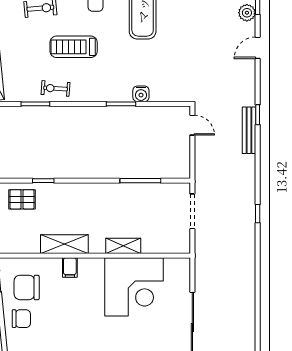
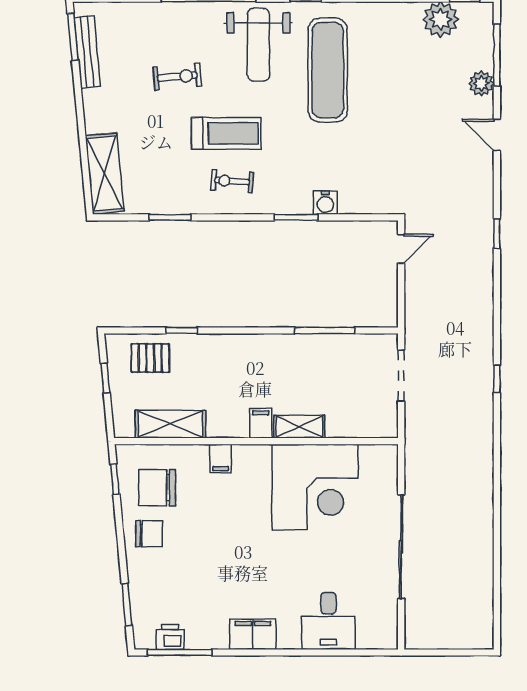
treadmill: (74, 47) -> (226, 133), turned 180
door: (258, 48) -> (497, 135), hinge flipped
exercise bike: (56, 88) -> (232, 181), moved
door: (192, 125) -> (401, 249), hinge flipped
bench: (249, 130) -> (484, 256), removed
shelving: (64, 244) -> (170, 424), moved
filing cabinet: (97, 244) -> (261, 423), added

